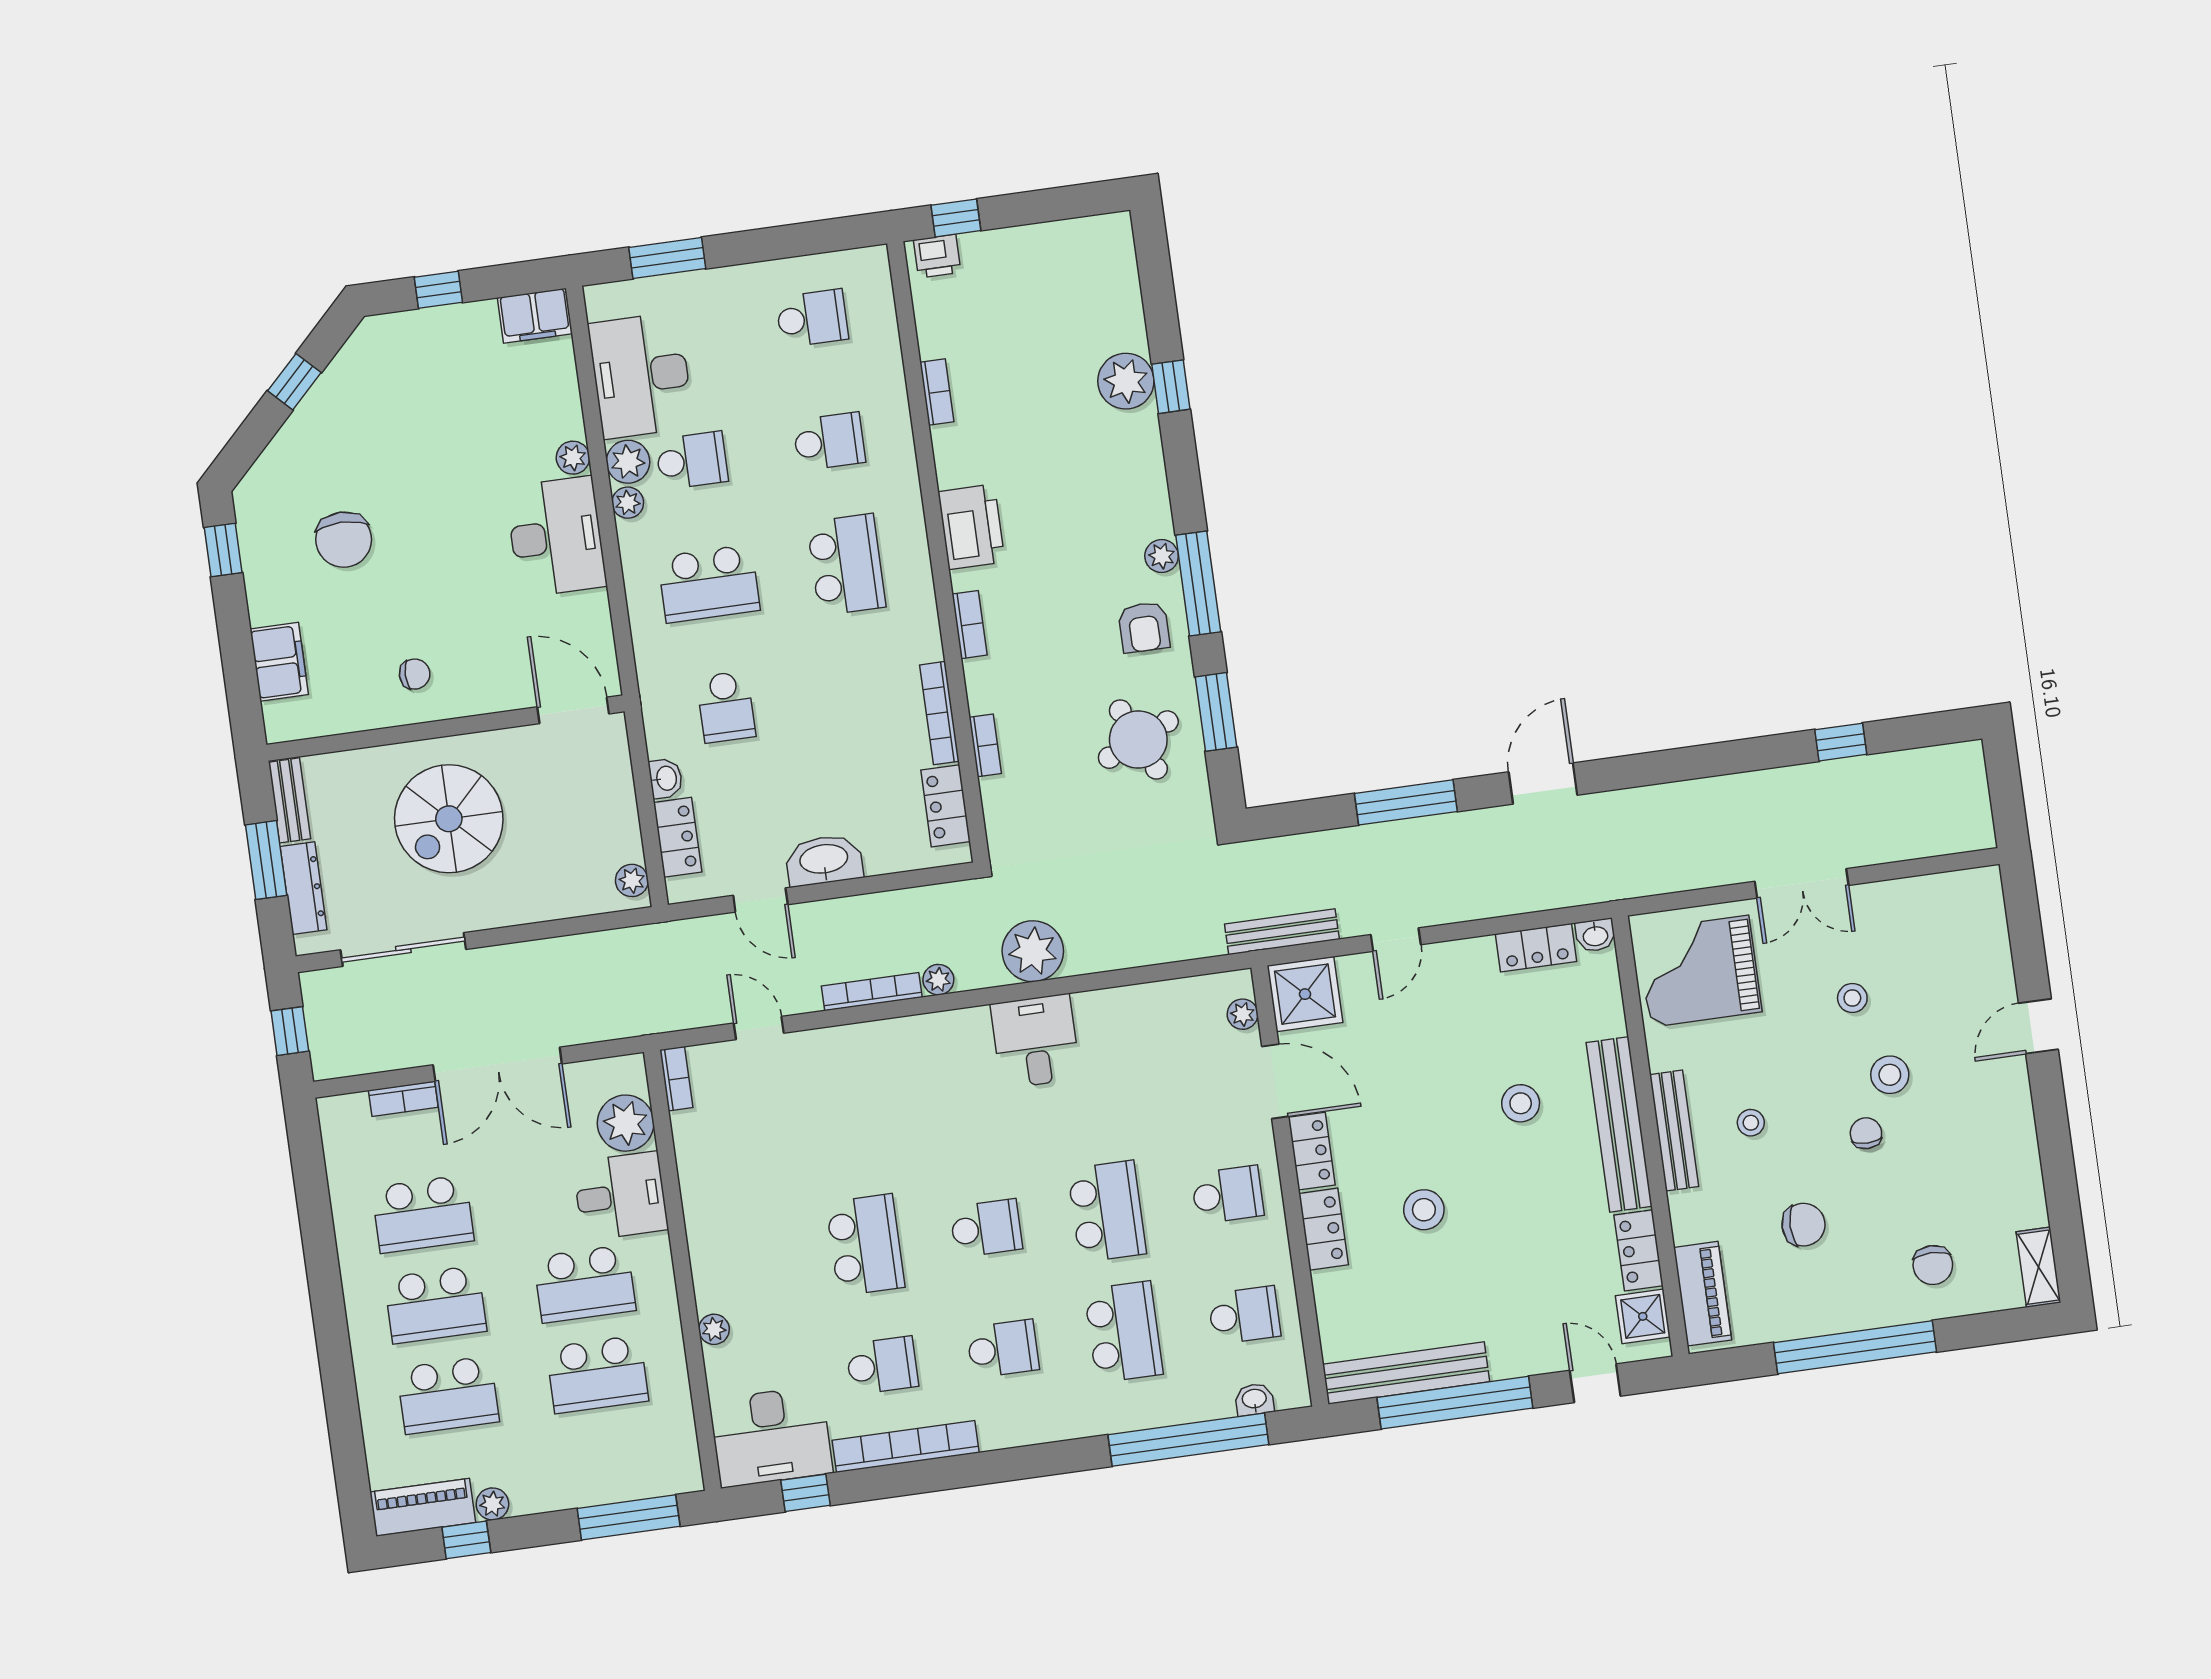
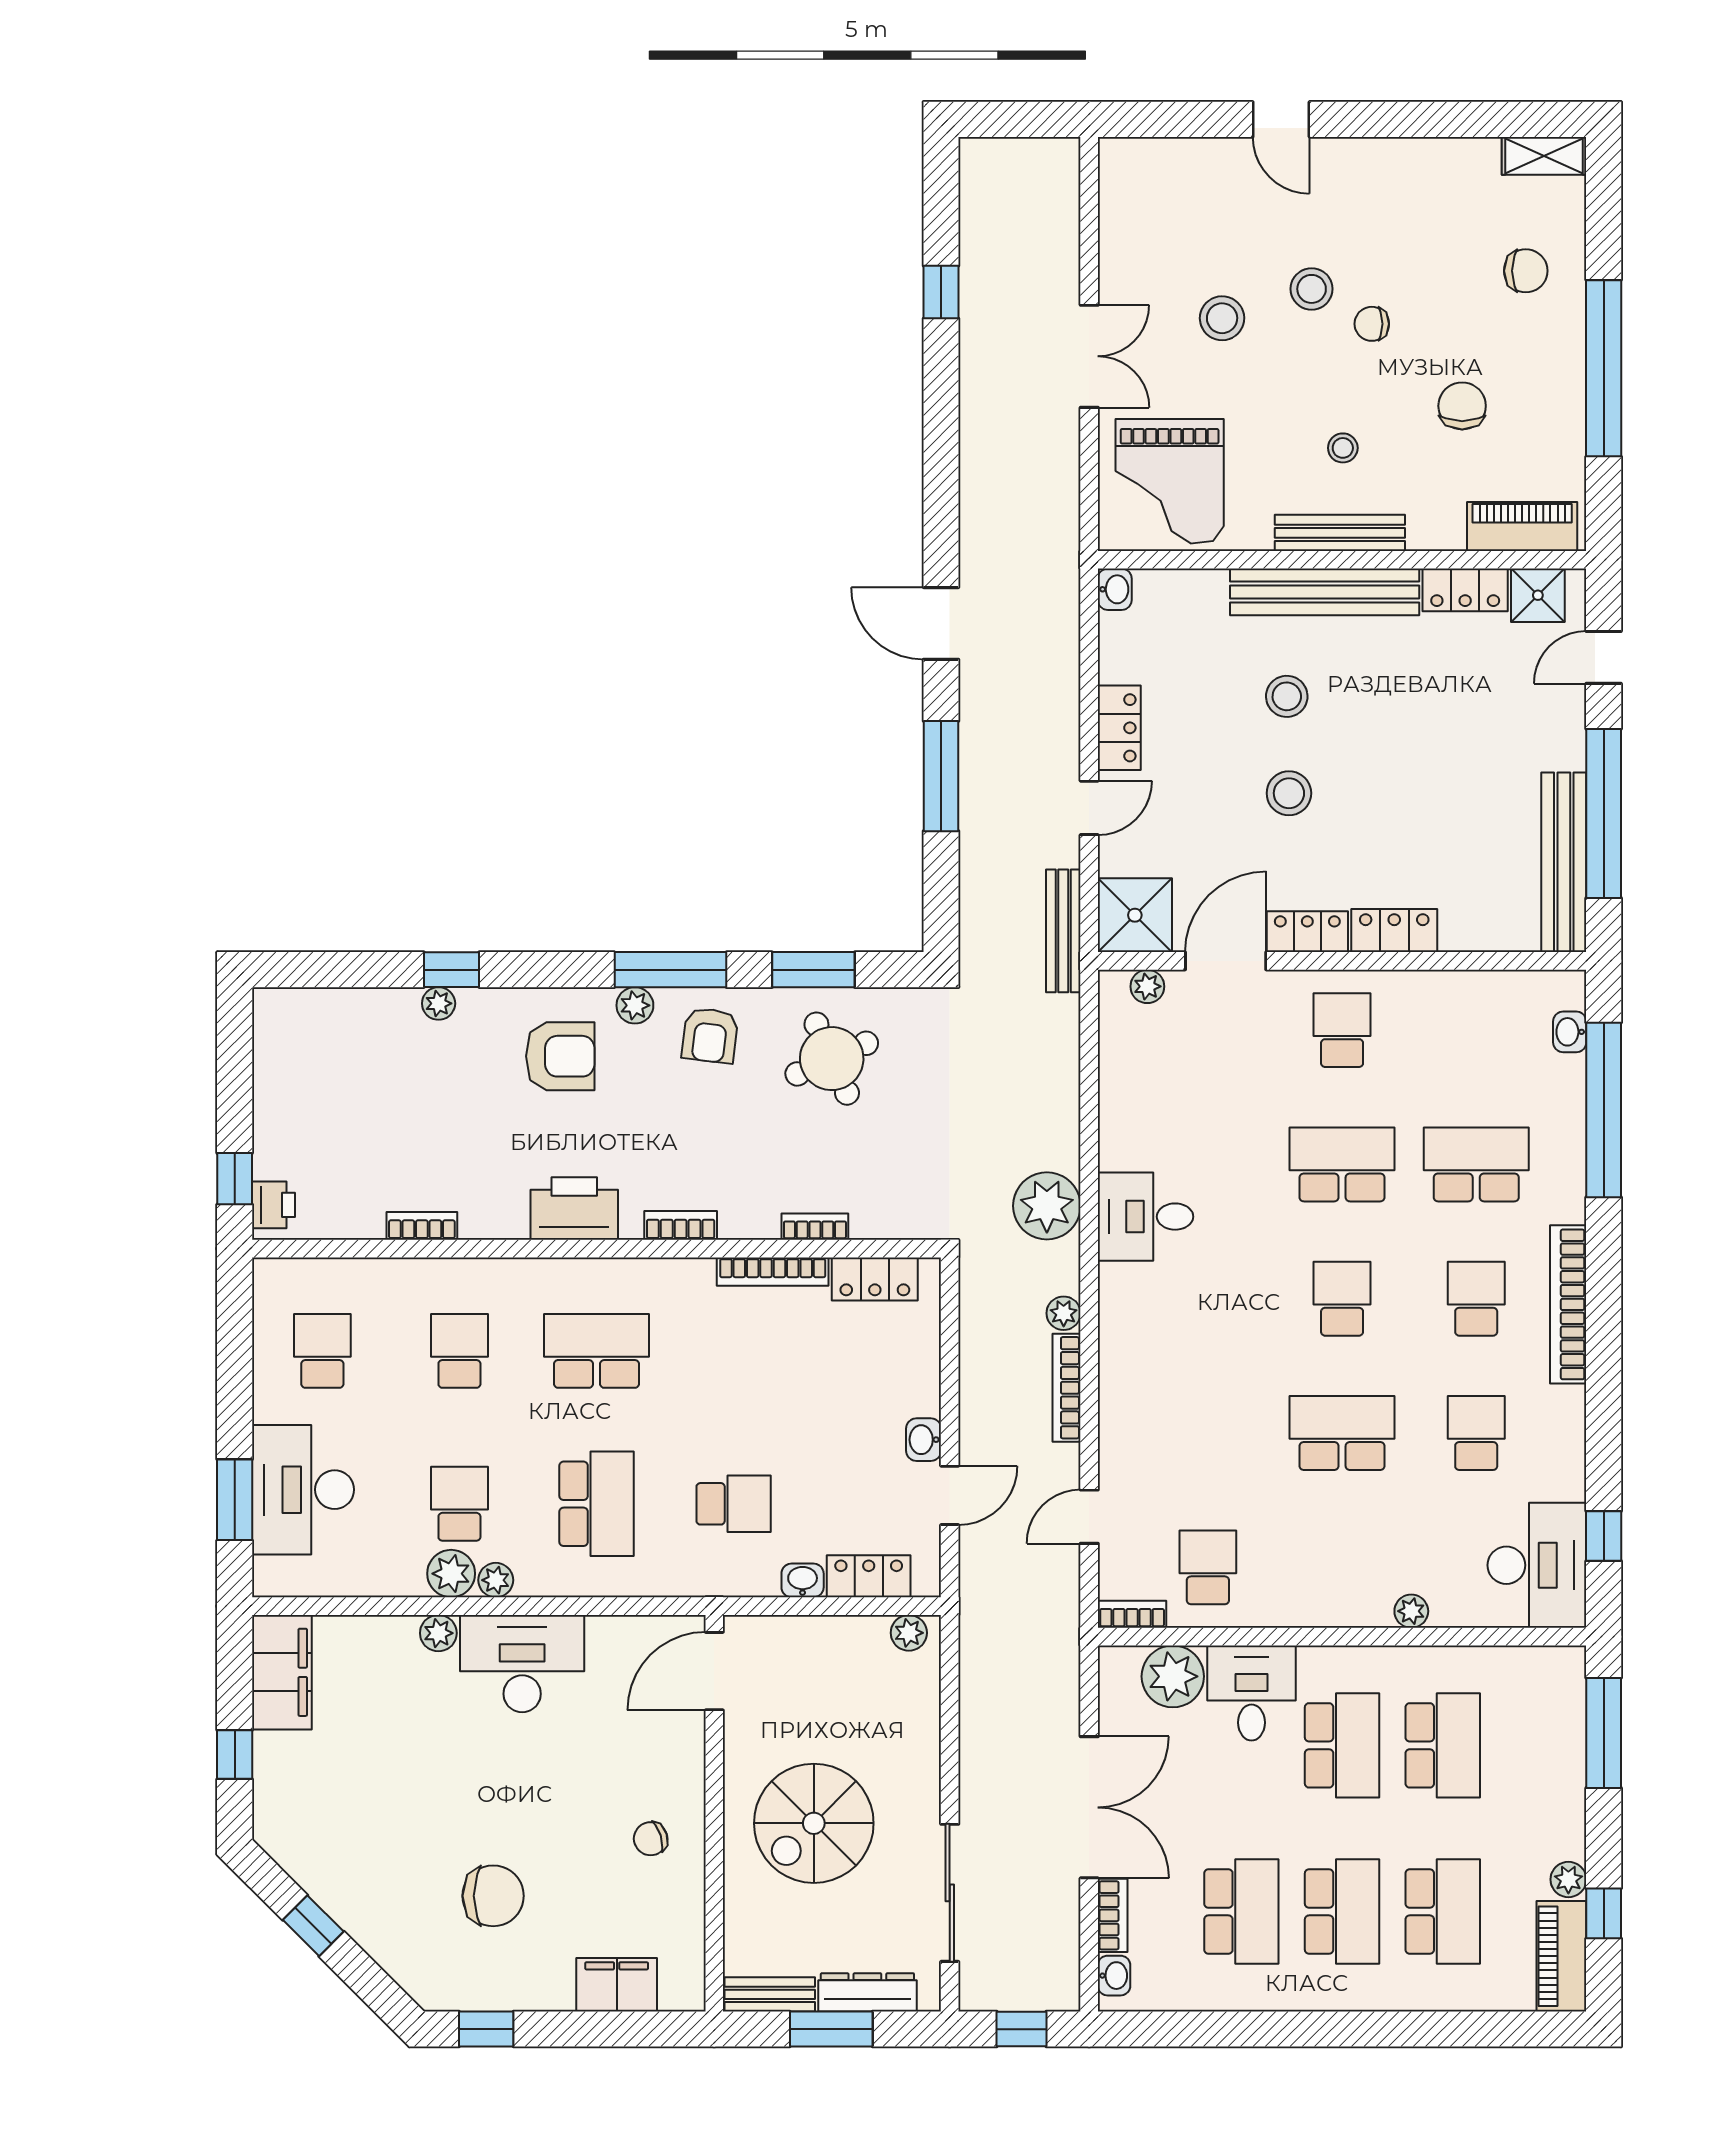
filing cabinet: (535, 316) -> (282, 1672), width x1.50, depth x1.17
desk: (641, 376) -> (303, 1490), moved, turned 90
plant: (1126, 381) -> (439, 1003), width x0.53, depth x0.53
armchair: (1107, 495) -> (560, 1056), added
armchair: (1144, 627) -> (710, 1035), turned 97
chair: (415, 674) -> (651, 1839), turned -108
spiral stairs: (449, 819) -> (814, 1823), turned 90
washbasin: (824, 860) -> (924, 1440), width x0.52, depth x0.69
door: (1396, 940) -> (1089, 808), hinge flipped
locker: (1536, 948) -> (1119, 728), moved
stool: (1852, 998) -> (1222, 318), width x1.37, depth x1.37
washbasin: (349, 1108) -> (1114, 1976), added
stool: (1424, 1210) -> (1289, 793), moved
school desk: (1244, 1315) -> (1208, 1567), moved
bookcase: (906, 1446) -> (1568, 1304), moved

